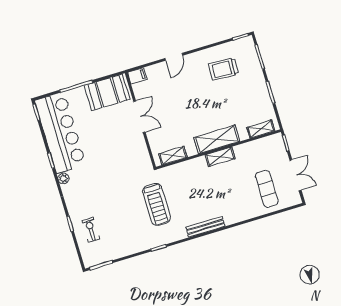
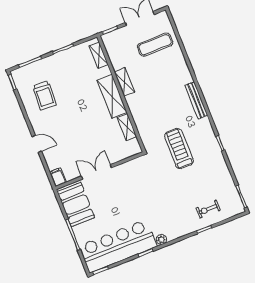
shelving: (173, 155) -> (127, 127), moved
shelving: (220, 157) -> (124, 82), moved
treadmill: (157, 204) -> (179, 149), turned -90

